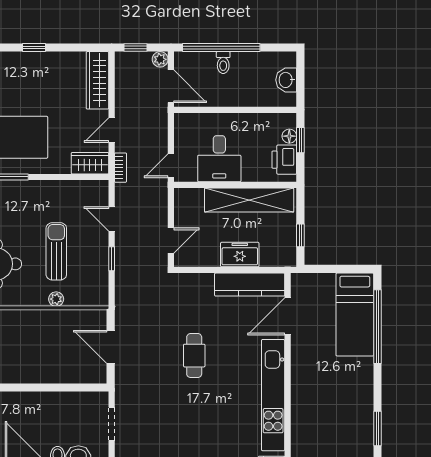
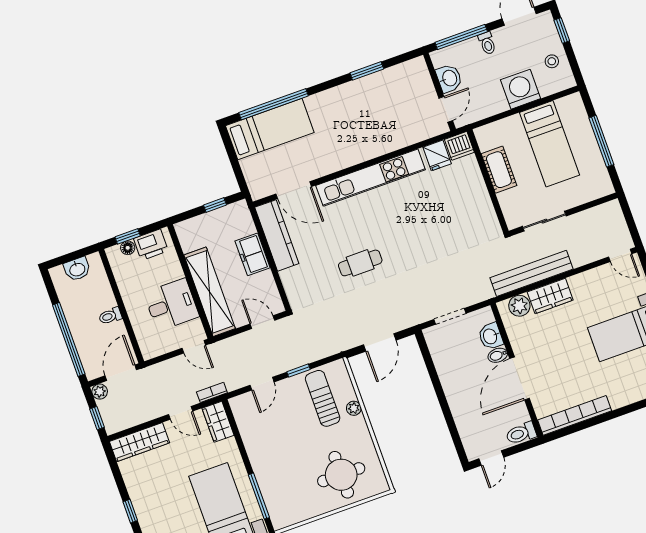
toilet: (223, 63) -> (110, 316), moved, turned 180
shelving: (249, 200) -> (210, 292), moved
sun lounger: (56, 251) -> (323, 398), moved, turned 90

